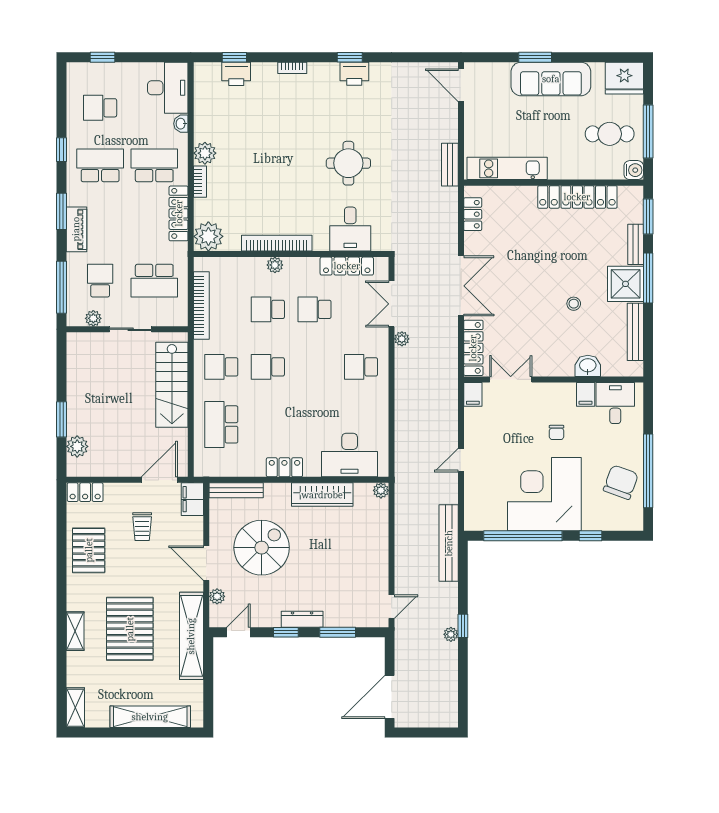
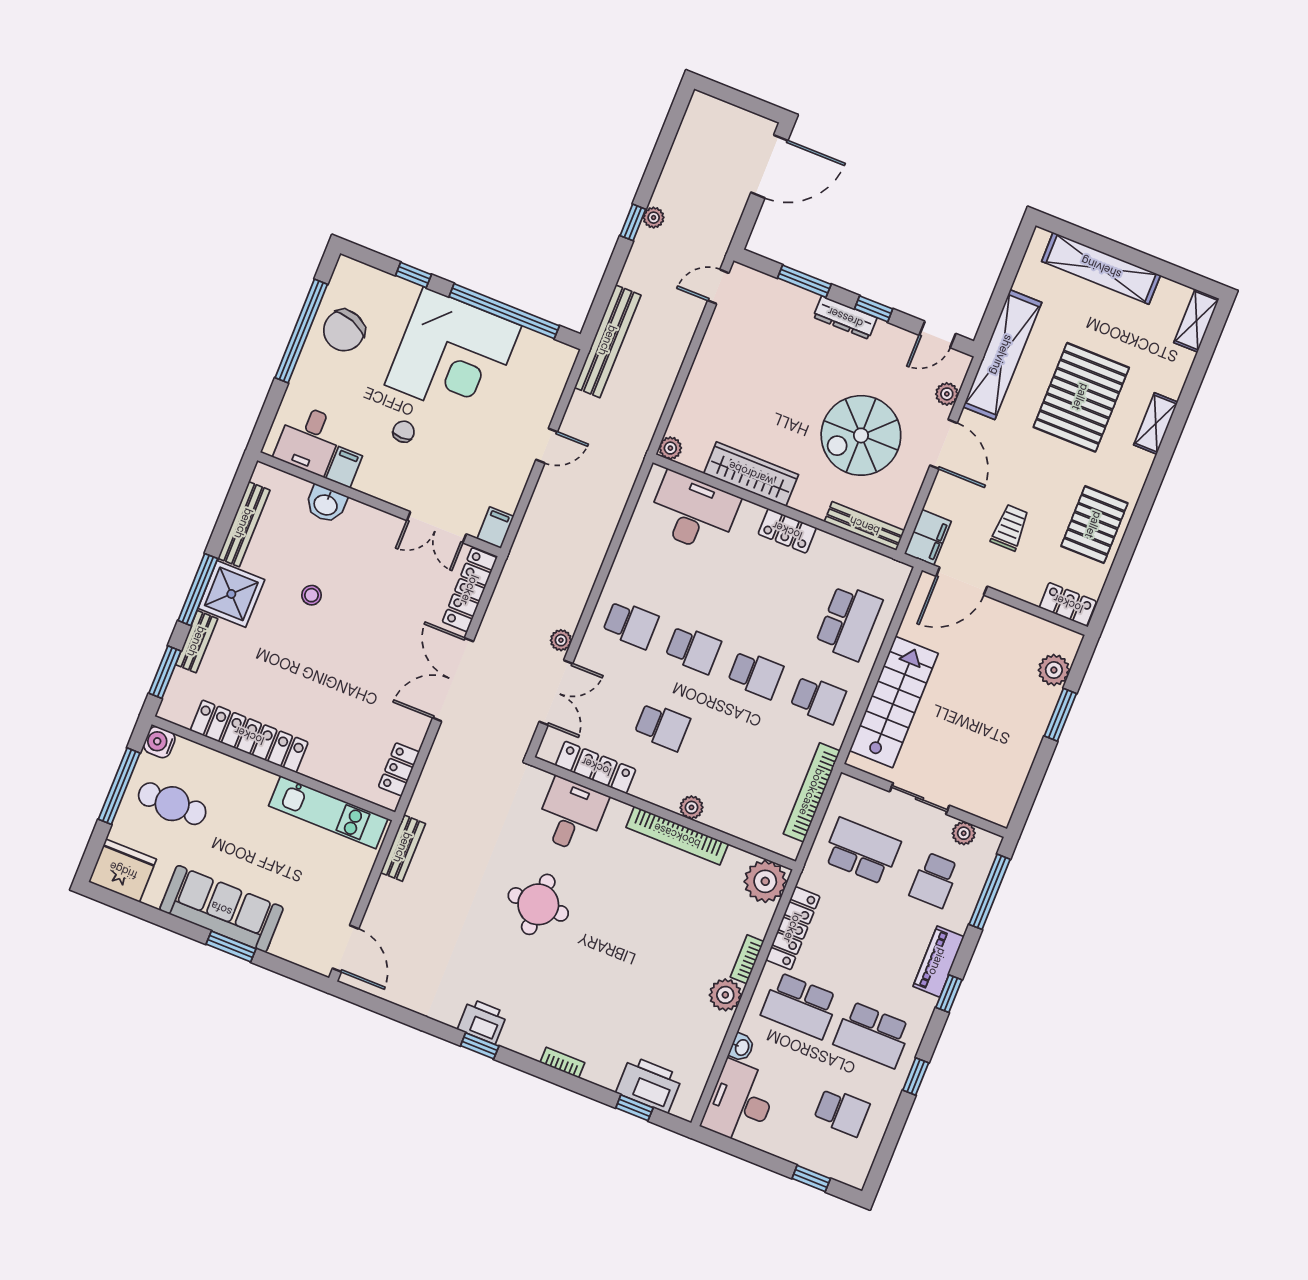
printer: (236, 74) -> (649, 1084), width x1.37, depth x1.19
window: (62, 211) -> (949, 994), width x0.67
school desk: (268, 309) -> (693, 649), moved

